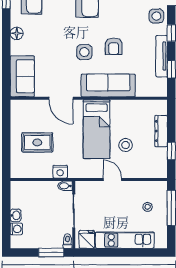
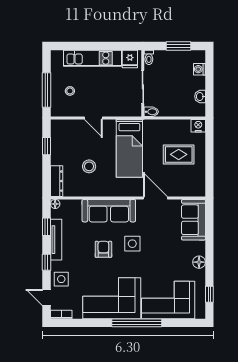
floor lamp: (163, 92) -> (55, 204), added
bed: (97, 129) -> (129, 148), moved, turned 180
dresser: (161, 131) -> (57, 181), moved
stool: (126, 145) -> (89, 166), moved
nightstand: (60, 172) -> (198, 126), moved
door: (112, 180) -> (93, 118), moved
washbasin: (16, 215) -> (200, 96), moved
window: (51, 253) -> (178, 46), moved

